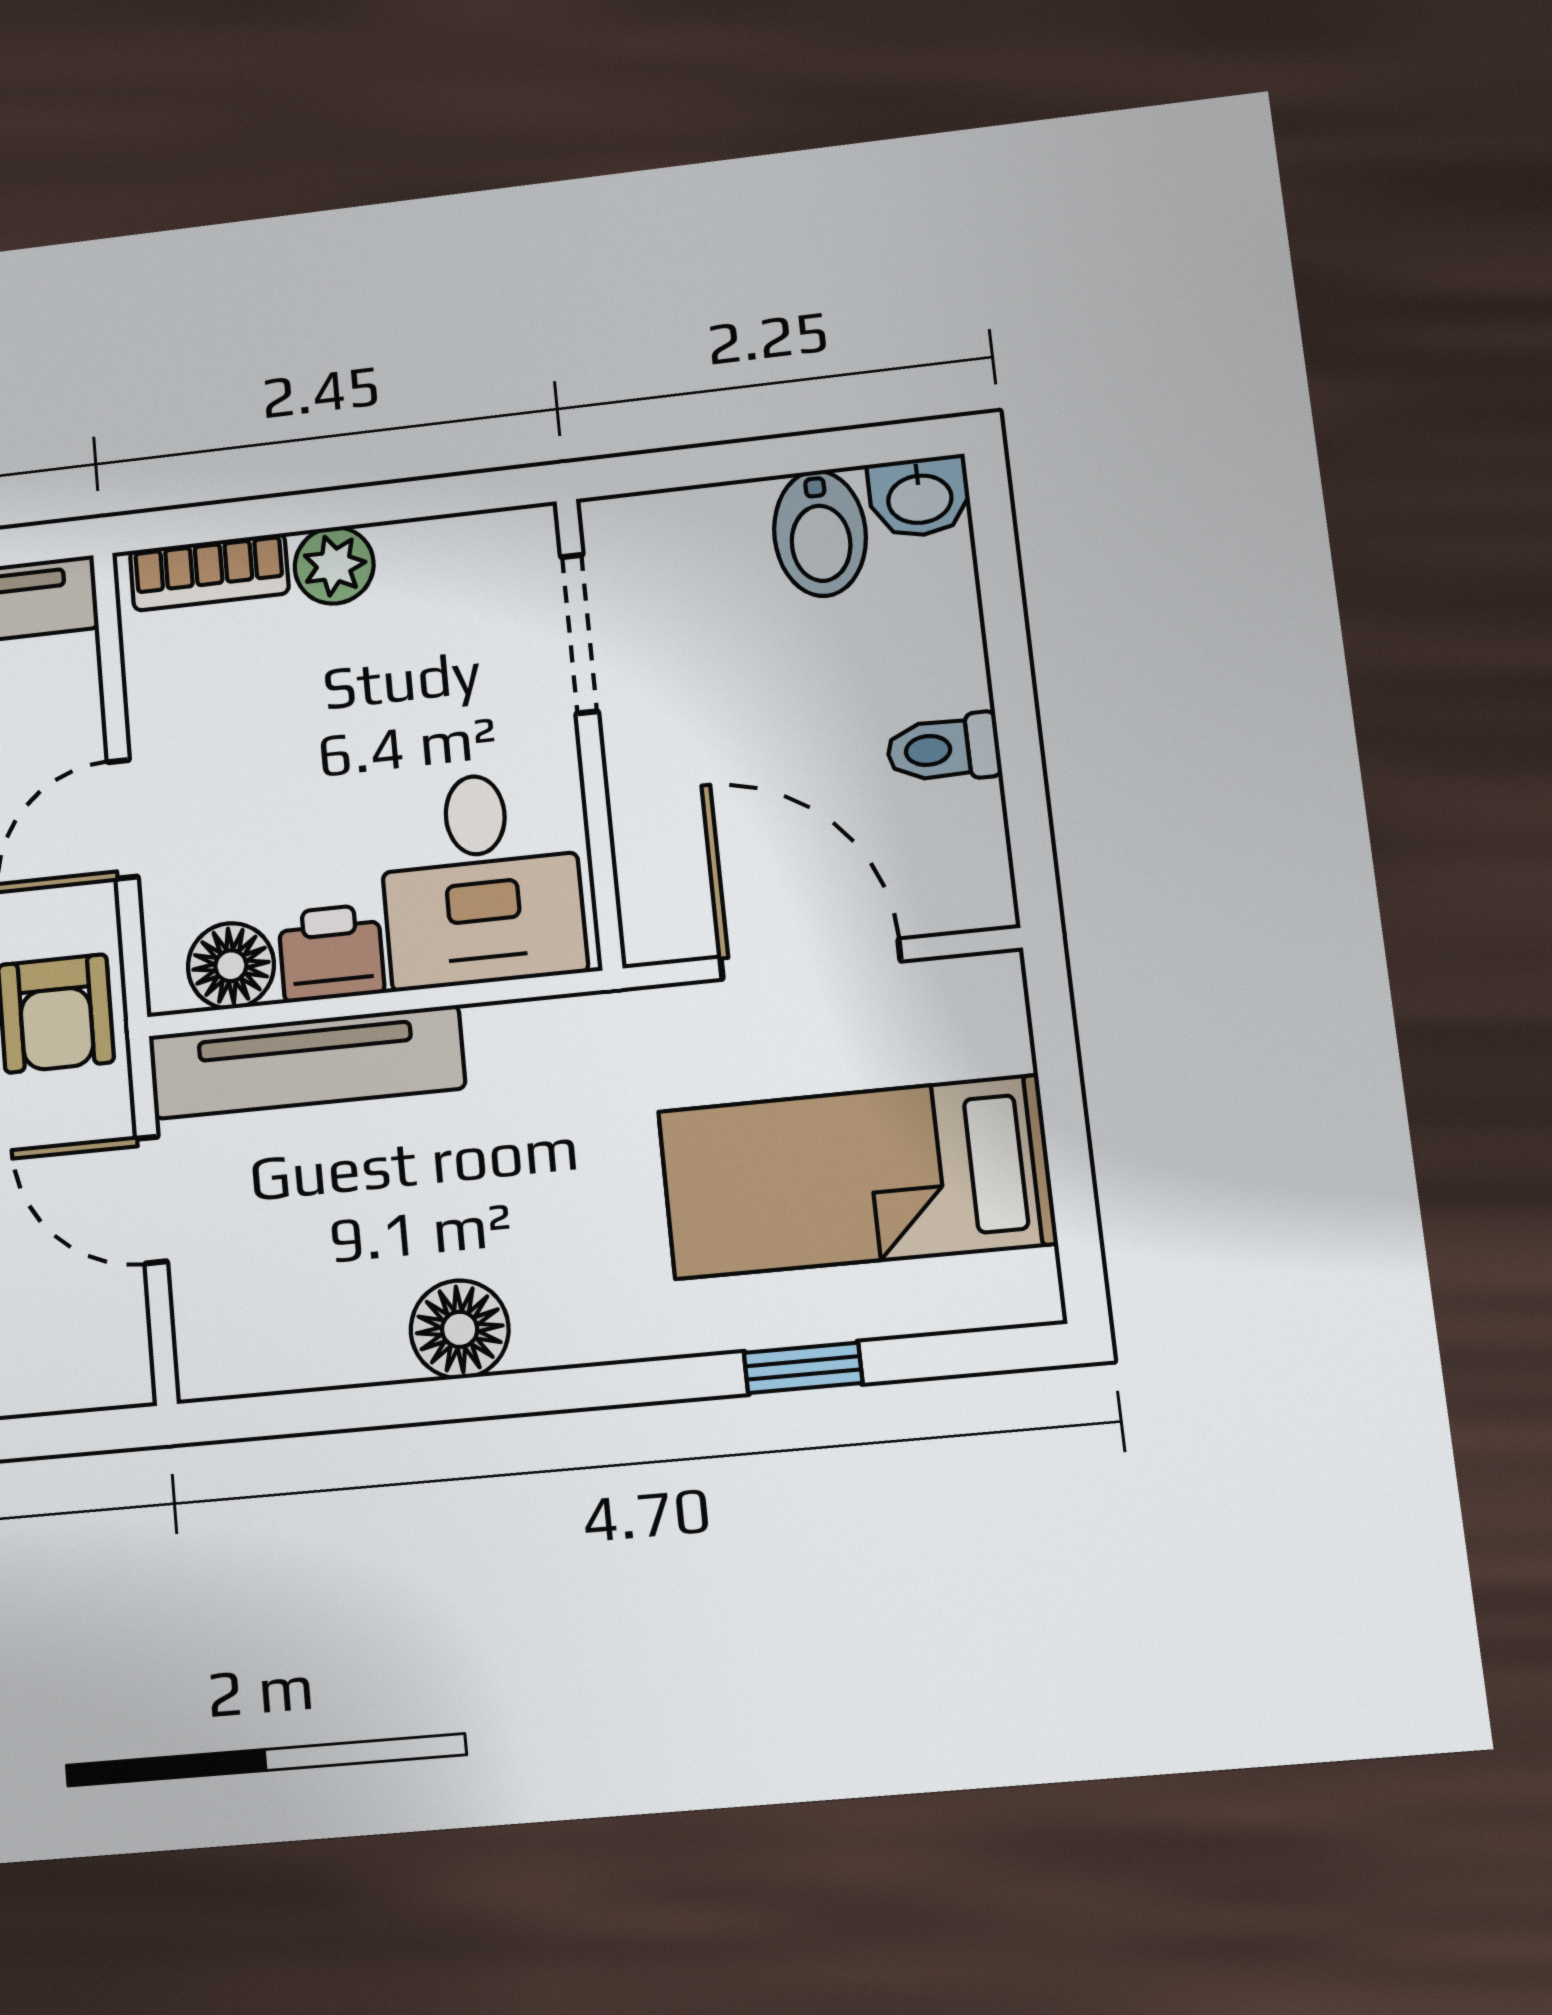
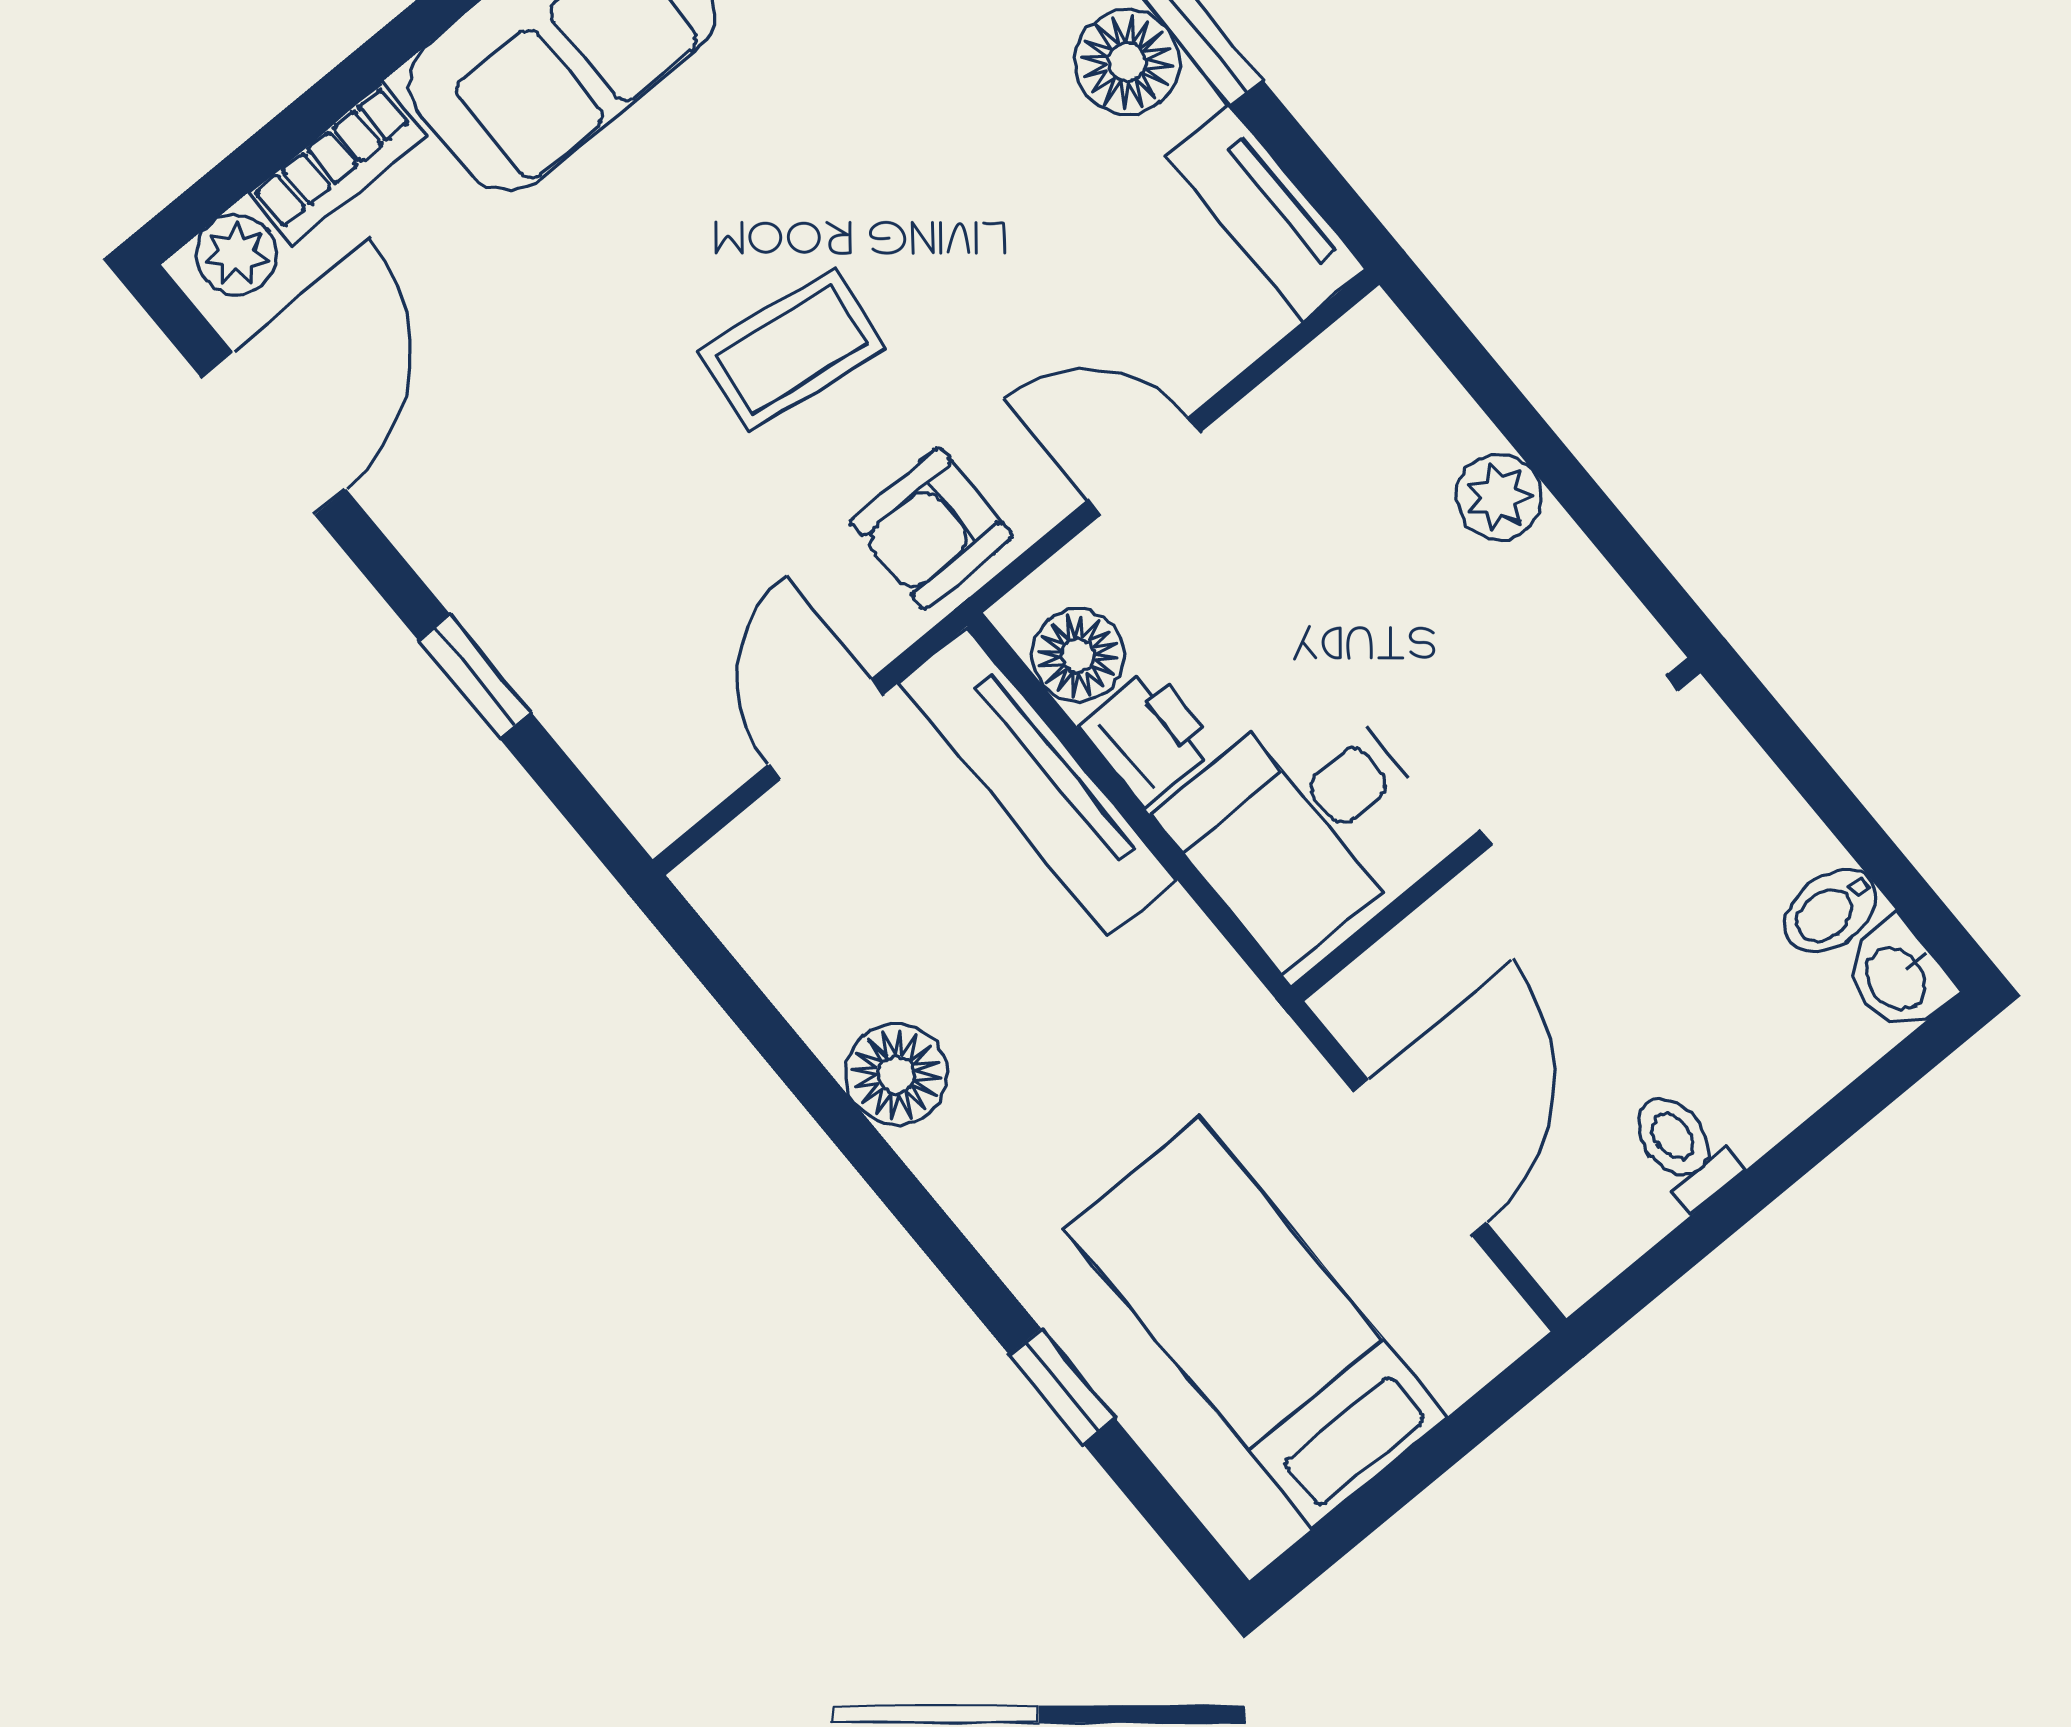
bidet: (820, 533) -> (1831, 910), width x0.72, depth x0.74
bookcase: (209, 572) -> (1419, 387), removed
doorway: (579, 634) -> (1579, 760), width x1.38

